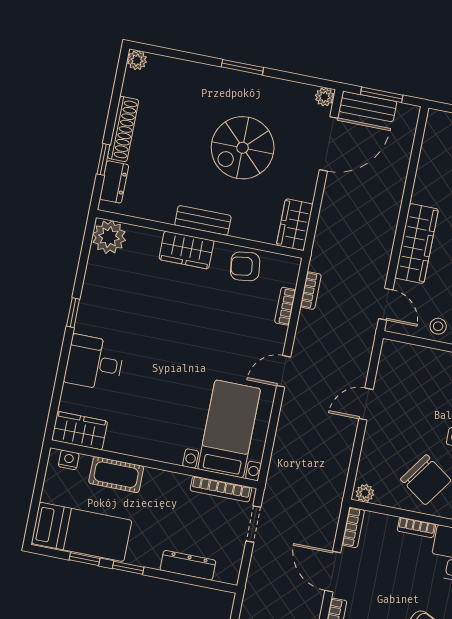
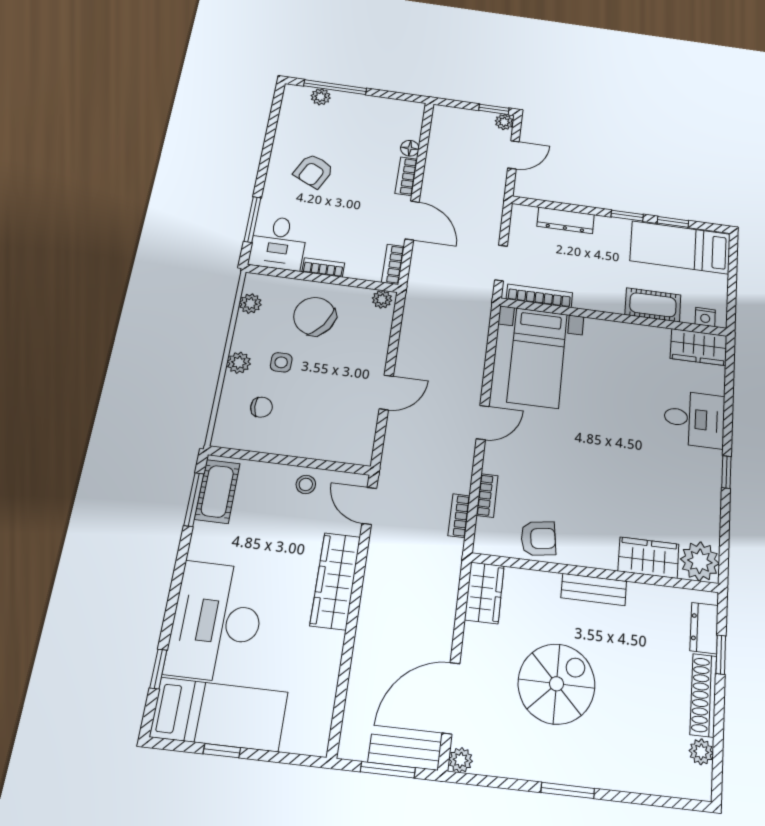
plant: (137, 60) -> (701, 752), moved
wardrobe: (186, 250) -> (649, 558), moved

